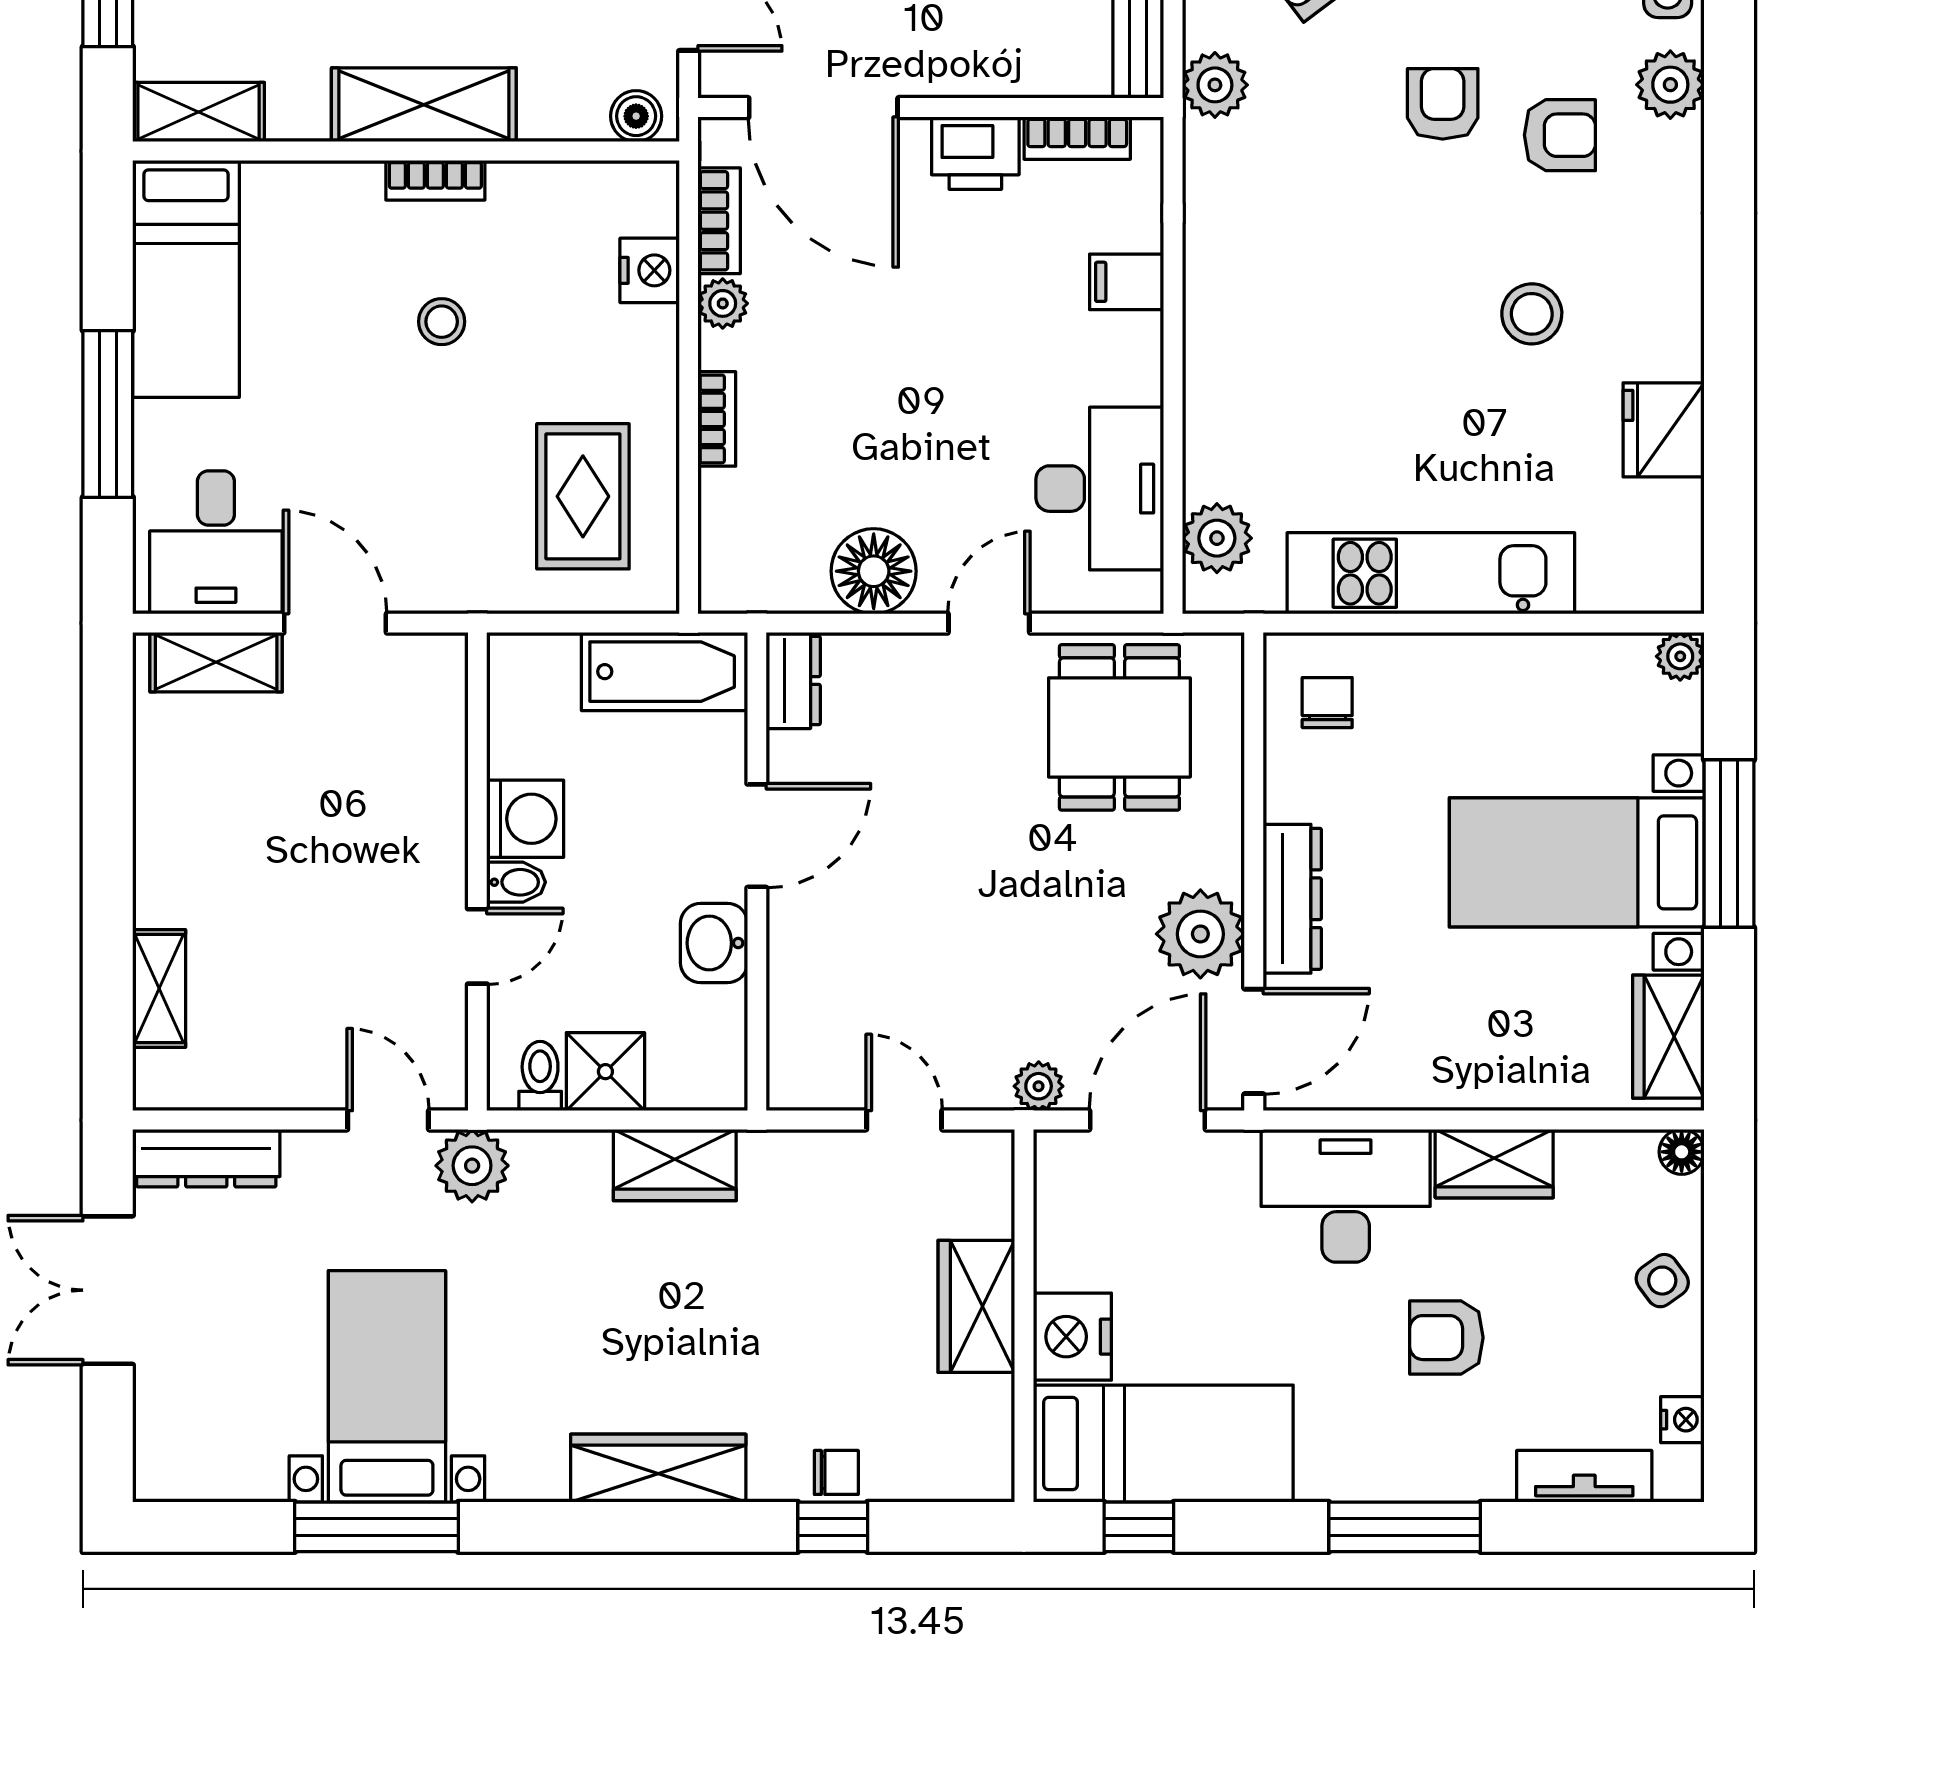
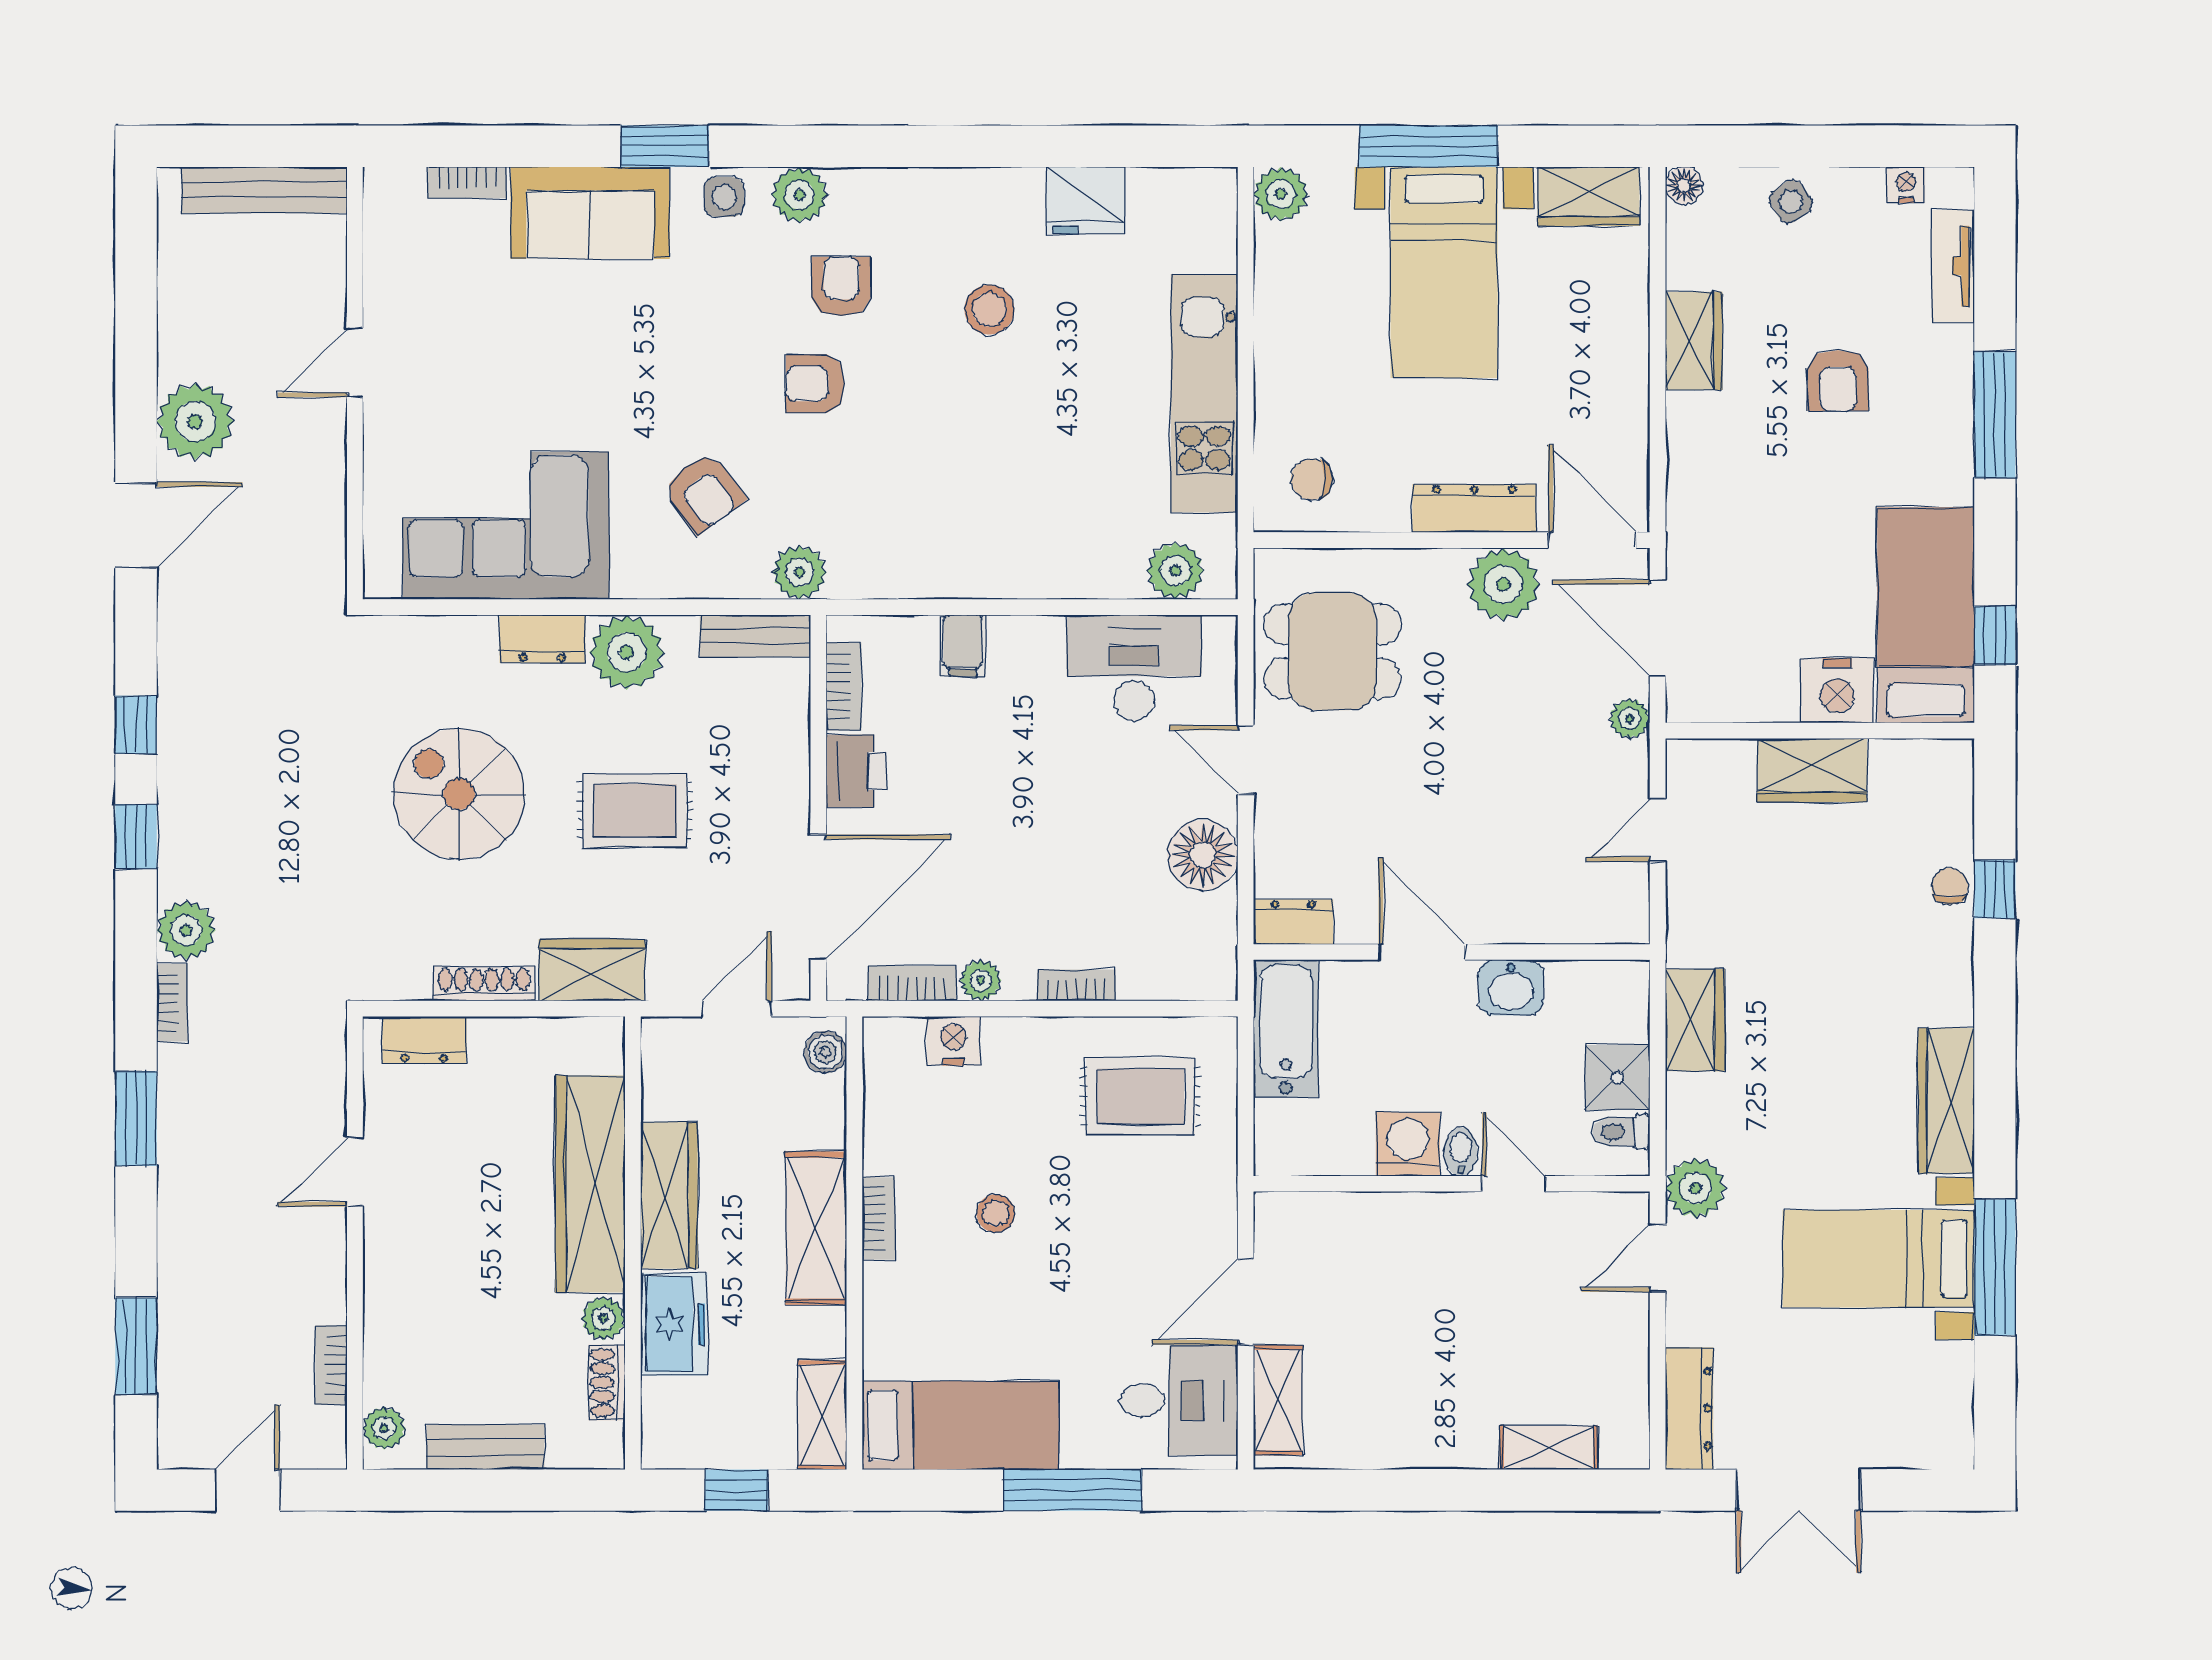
plant: (1680, 656) -> (1281, 194), width x1.38, depth x1.38
desk: (1346, 1196) -> (1720, 464), removed
wardrobe: (658, 1468) -> (1946, 1101), moved

